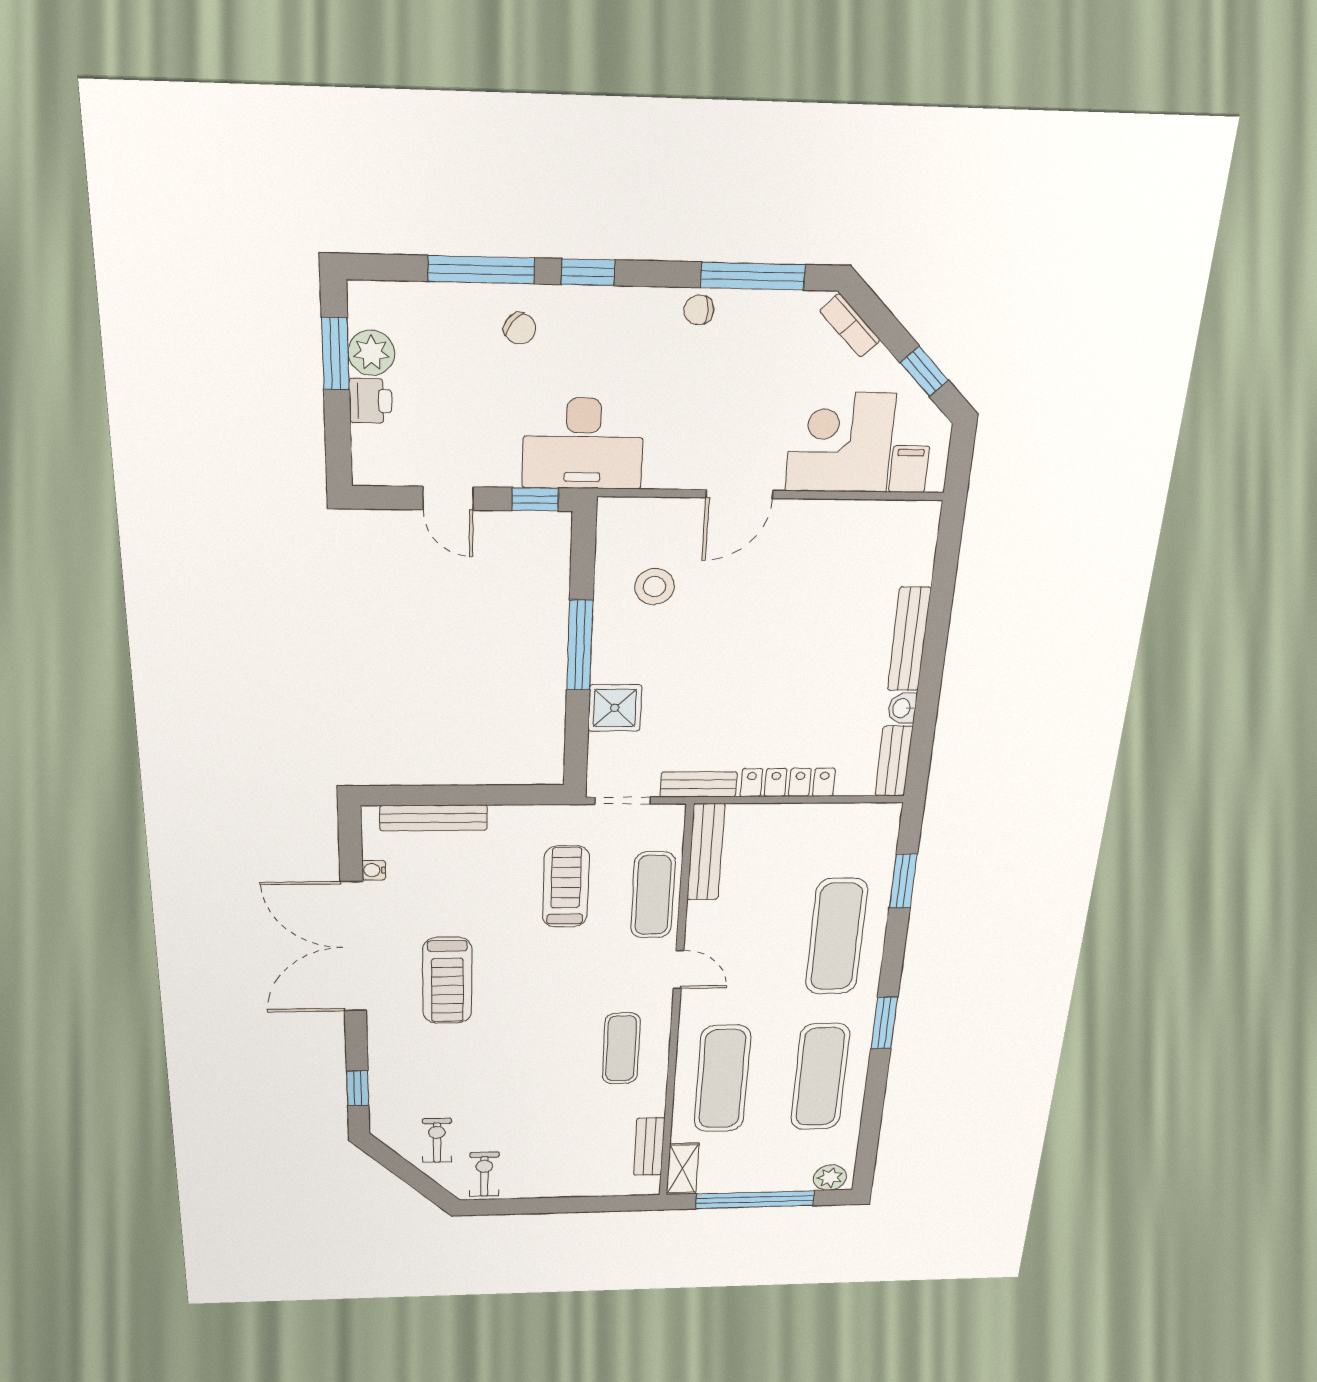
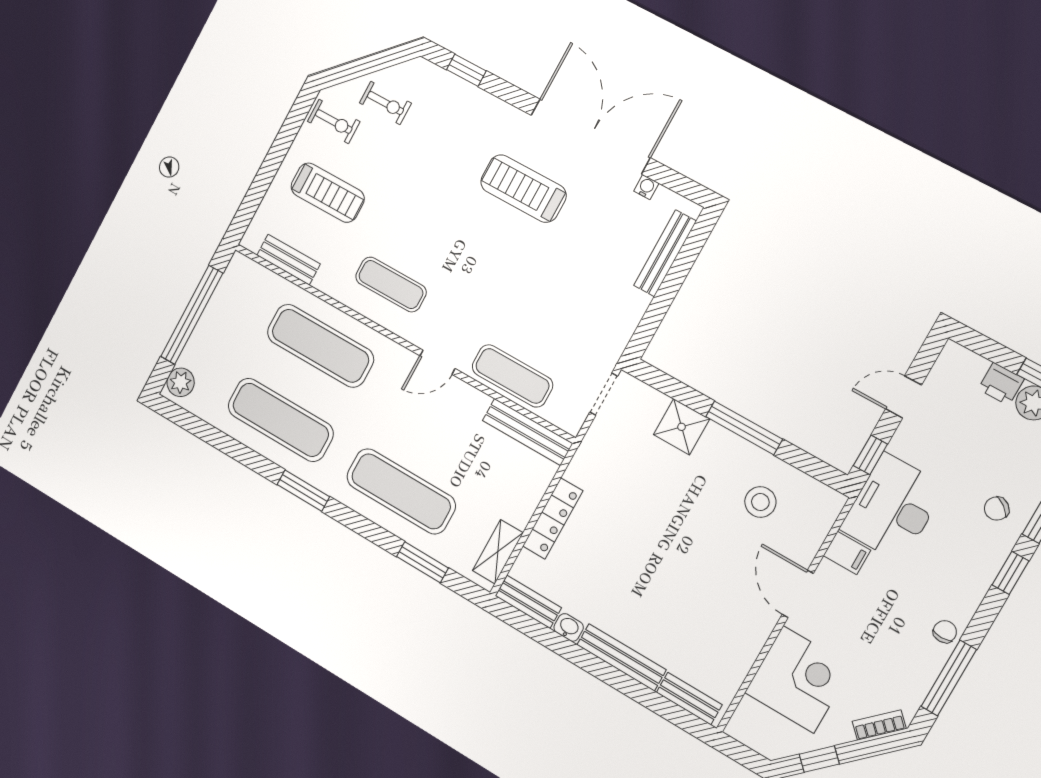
filing cabinet: (909, 469) -> (847, 553), moved
bench: (699, 784) -> (689, 699), moved, turned 90
treadmill: (566, 887) -> (328, 193), moved
shelving: (683, 1169) -> (498, 552), moved, turned 90

